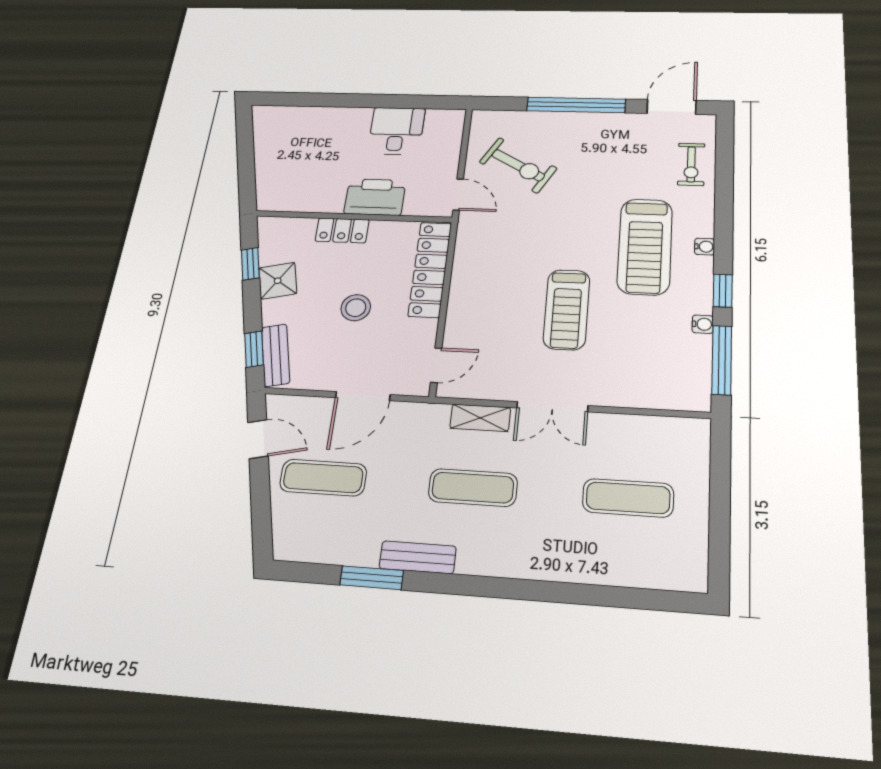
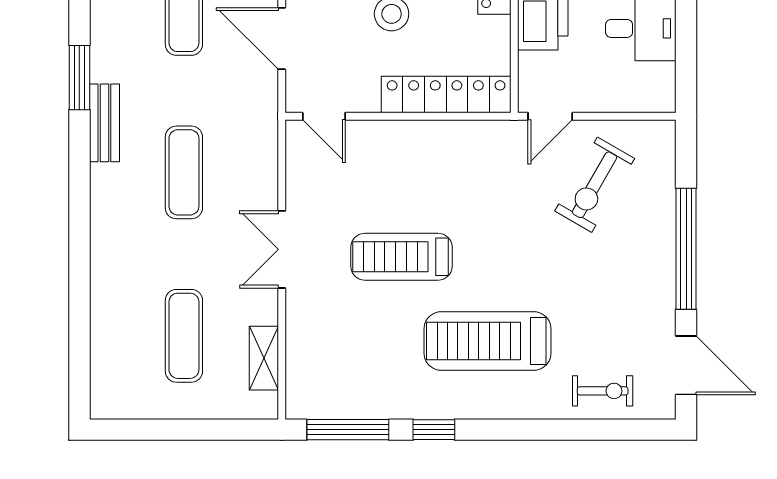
exercise bike: (691, 164) -> (603, 391), turned 180
water cooler: (705, 247) -> (490, 409), removed
water cooler: (703, 324) -> (390, 408), removed
shelving: (480, 418) -> (264, 358), moved

